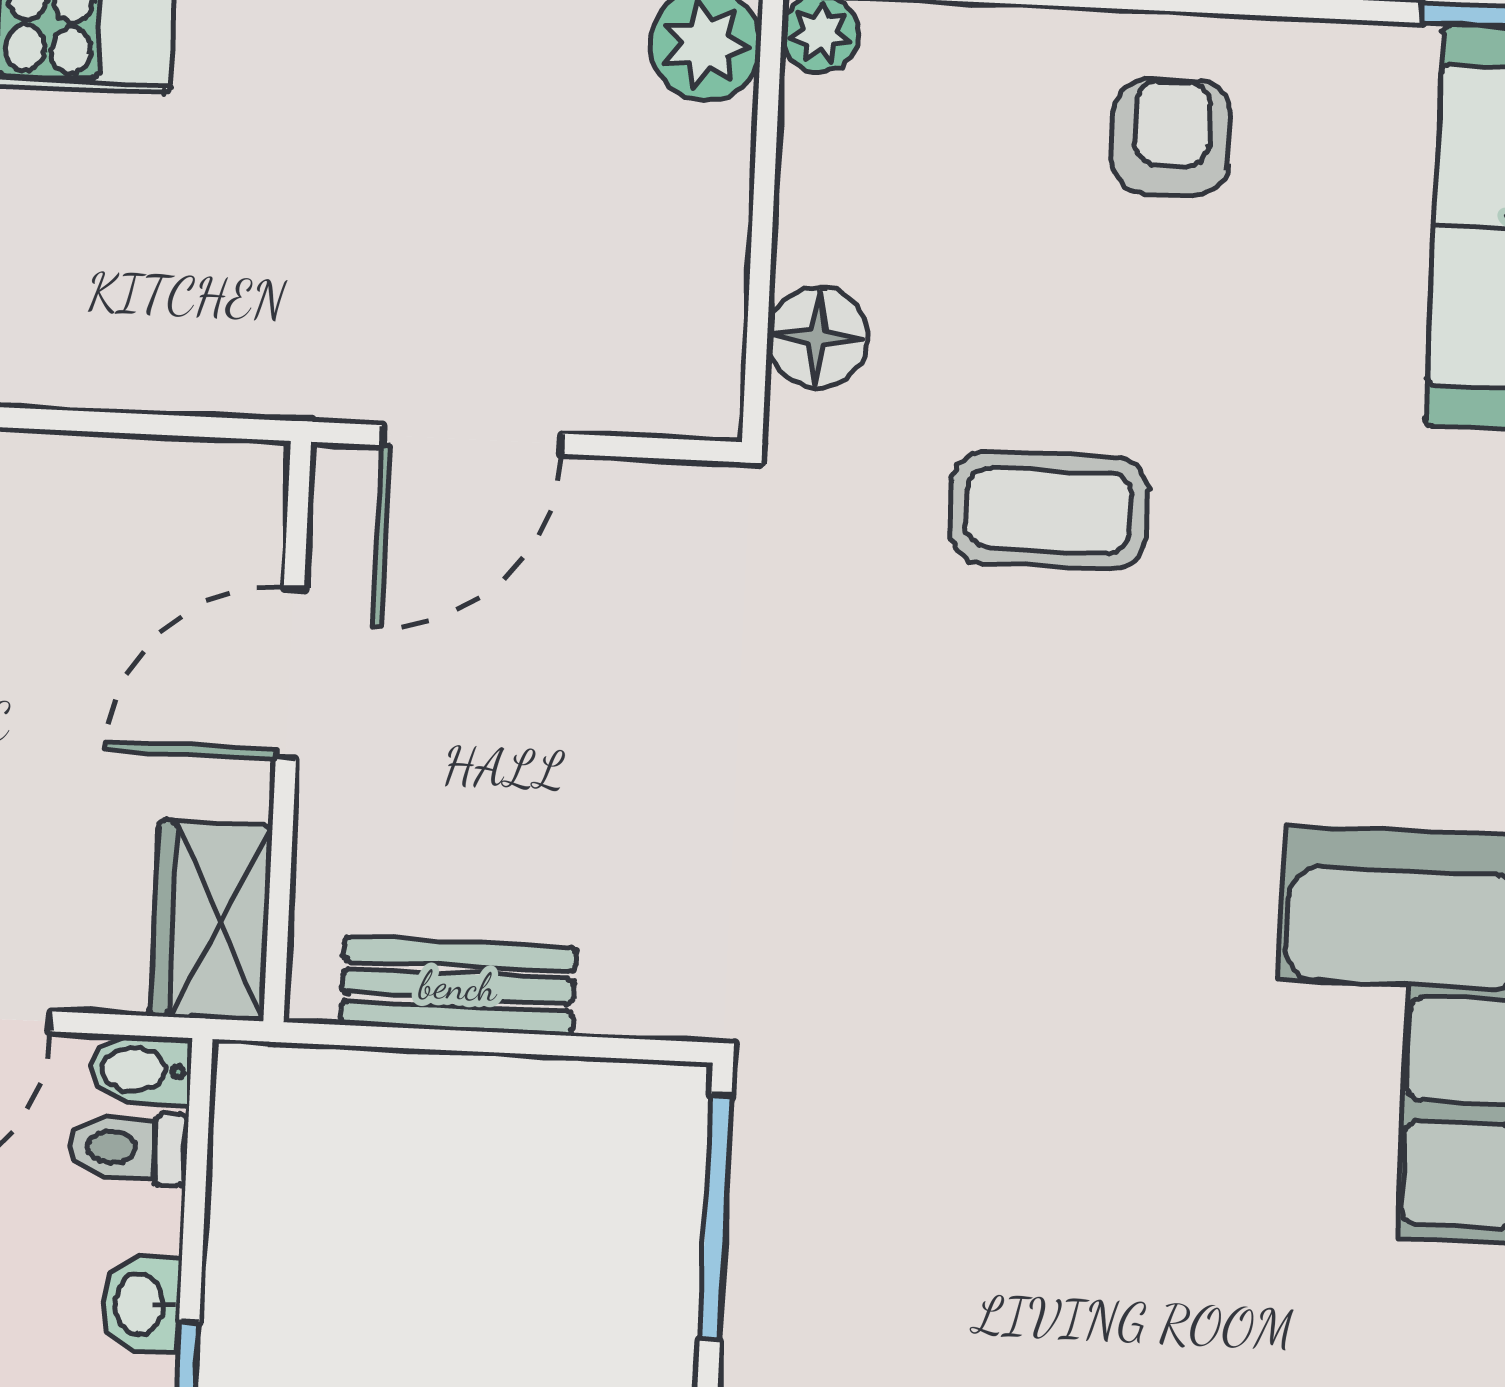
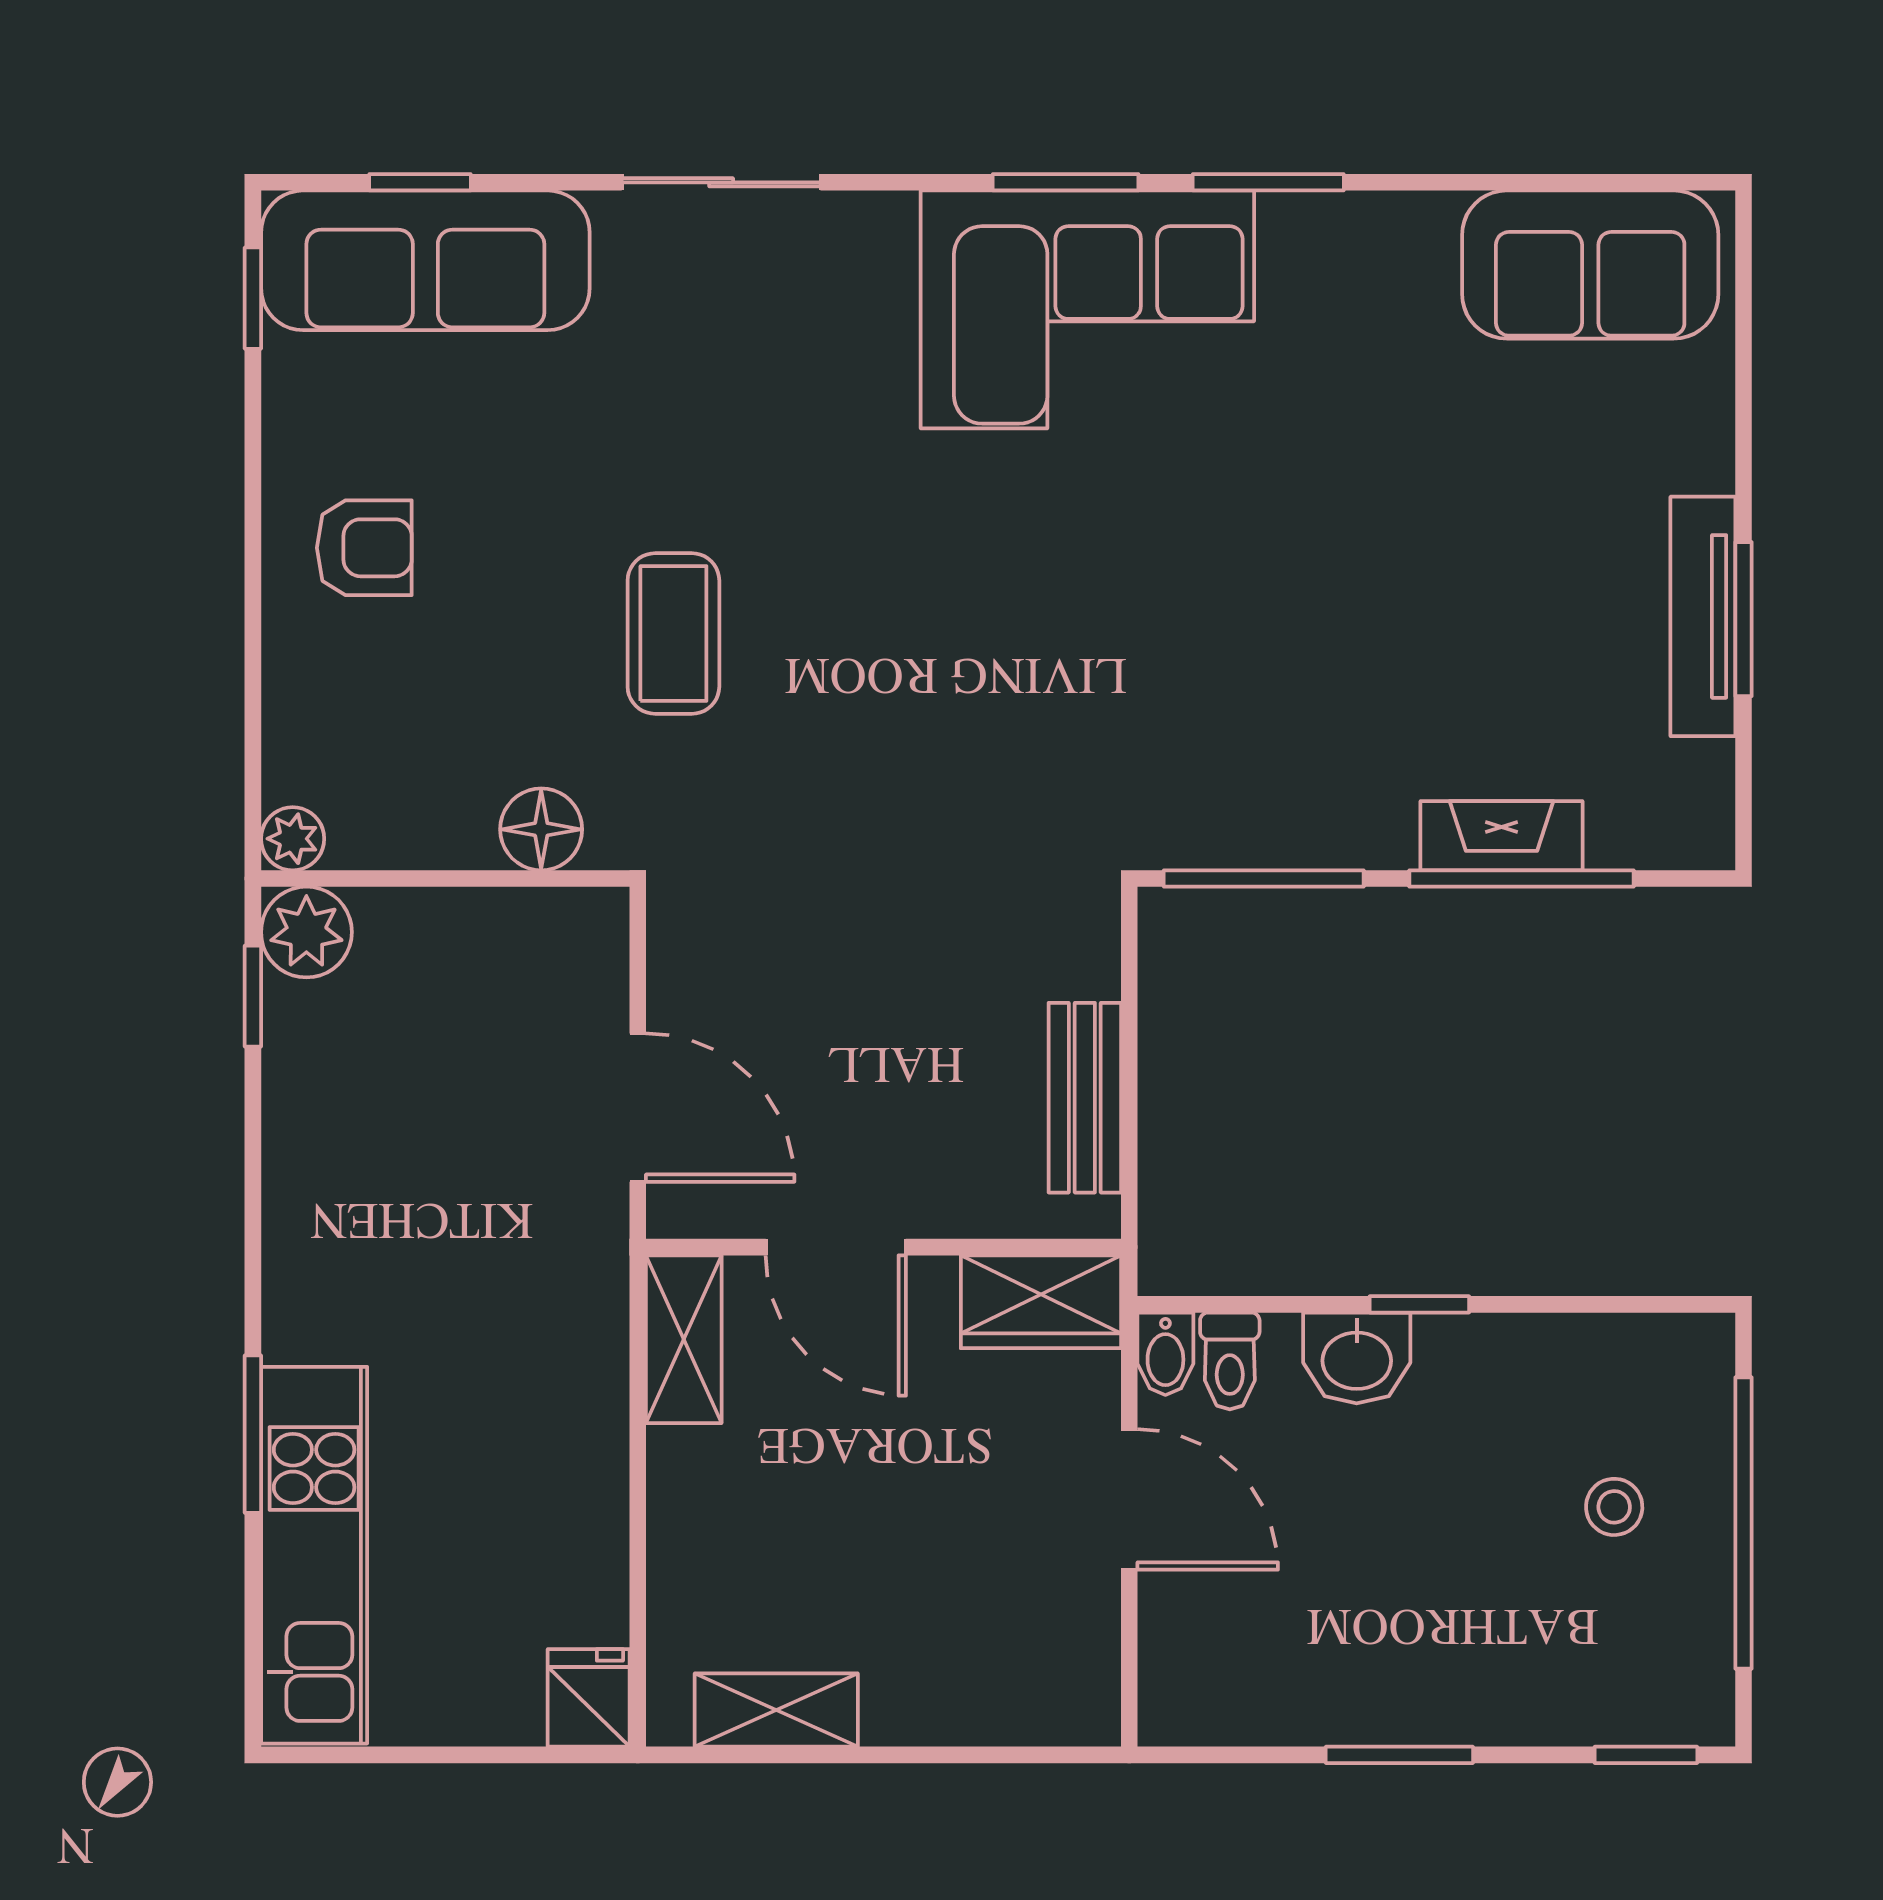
armchair: (1171, 138) -> (364, 548), turned 180
shelving: (186, 482) -> (684, 1339), added
washbasin: (142, 1304) -> (1357, 1358), width x1.38, depth x1.45

